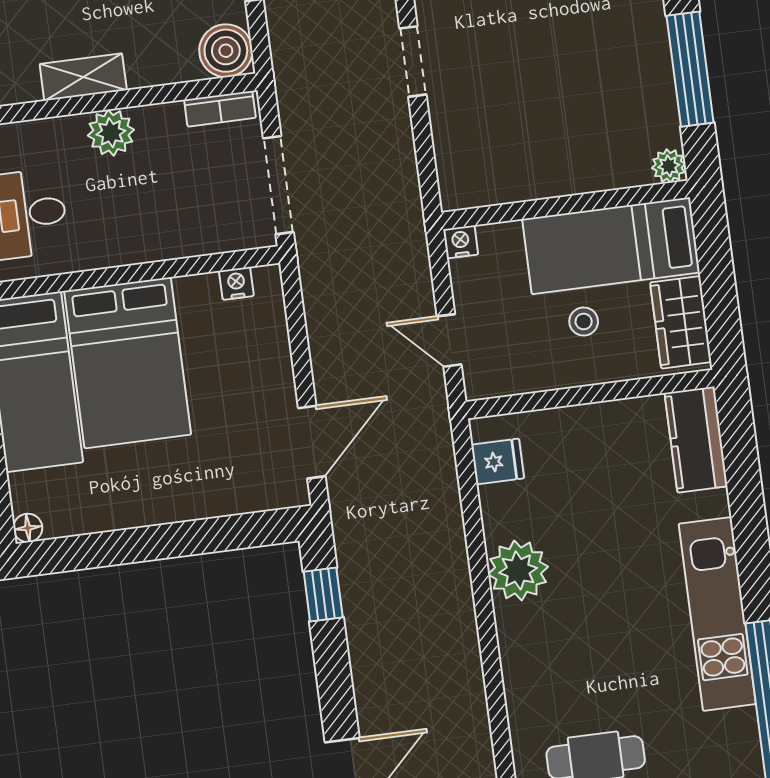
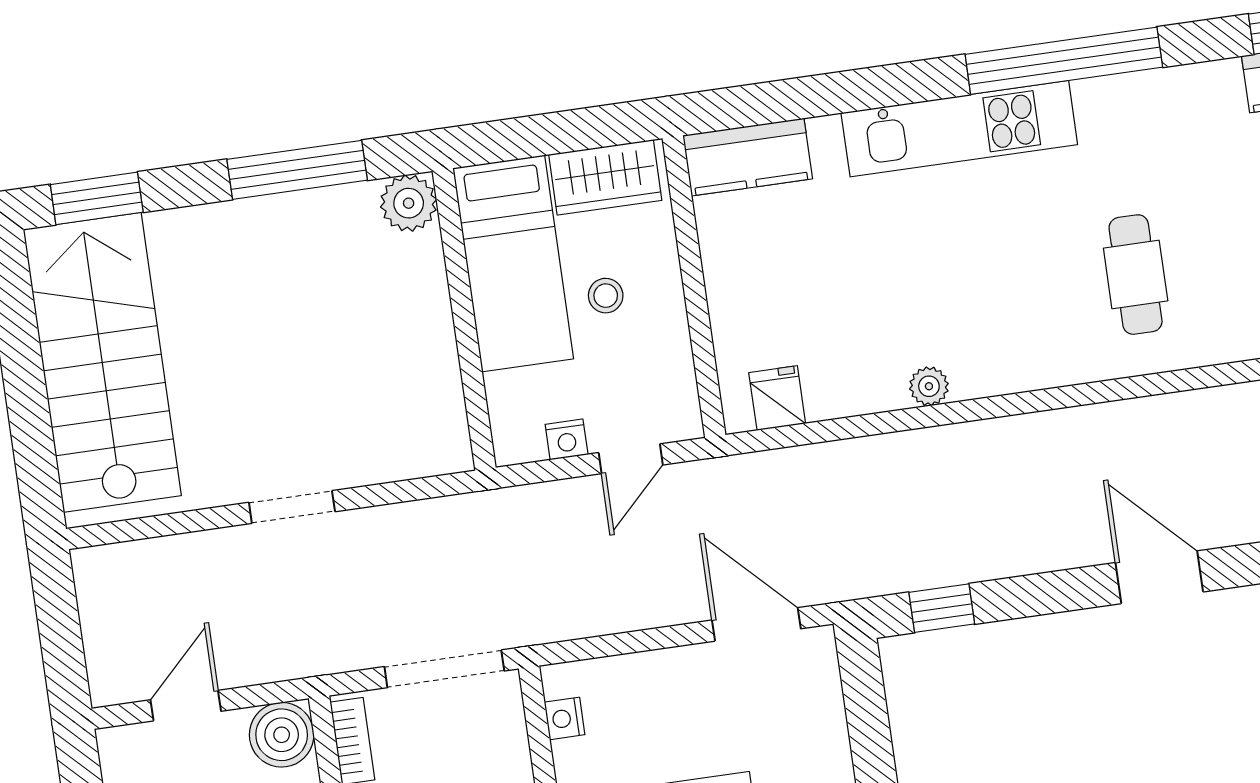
plant: (669, 166) -> (409, 203), width x1.38, depth x1.38
nightstand: (461, 242) -> (567, 439), moved, turned -90
plant: (518, 570) -> (929, 386), width x0.53, depth x0.53

